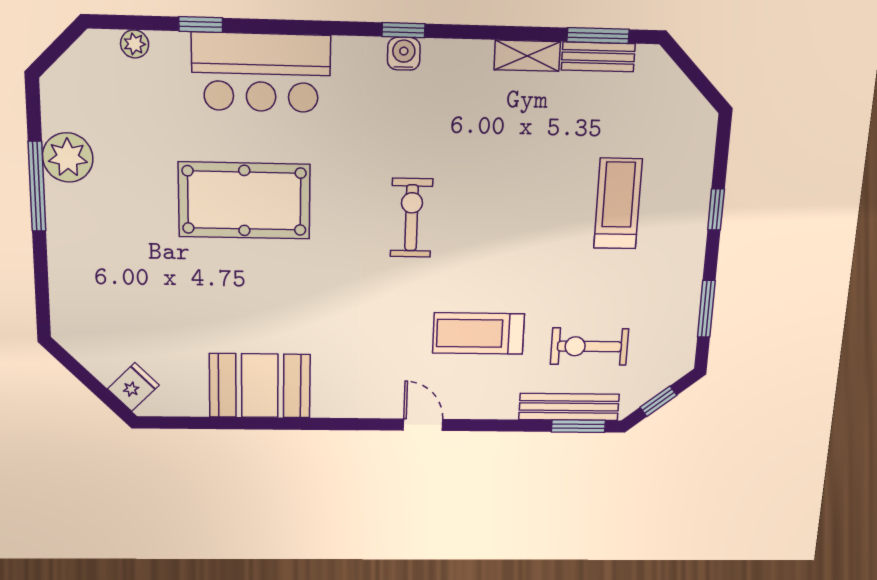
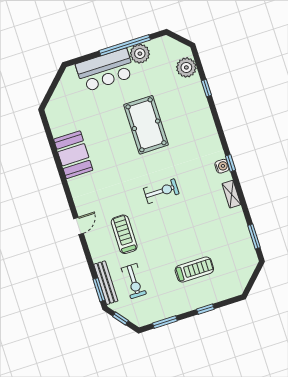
plant: (135, 44) -> (186, 67), width x1.87, depth x1.87
shelving: (527, 56) -> (231, 194), moved
bench: (598, 57) -> (246, 240), removed
bar counter: (261, 73) -> (105, 70), moved, turned -90
window: (37, 186) -> (125, 45), width x1.46
exercise bike: (589, 346) -> (134, 281), turned 180
fridge: (133, 387) -> (56, 105), removed

